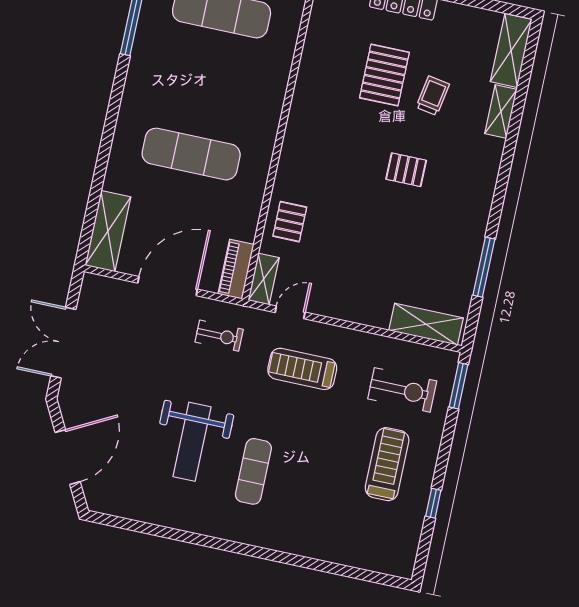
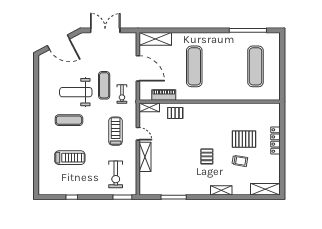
shelving: (501, 112) -> (221, 190), moved
piano: (236, 269) -> (164, 95), moved
door: (290, 312) -> (138, 134), moved
shelving: (426, 324) -> (145, 157), moved
exercise mat: (190, 373) -> (104, 85), added
treadmill: (387, 464) -> (70, 158), moved

